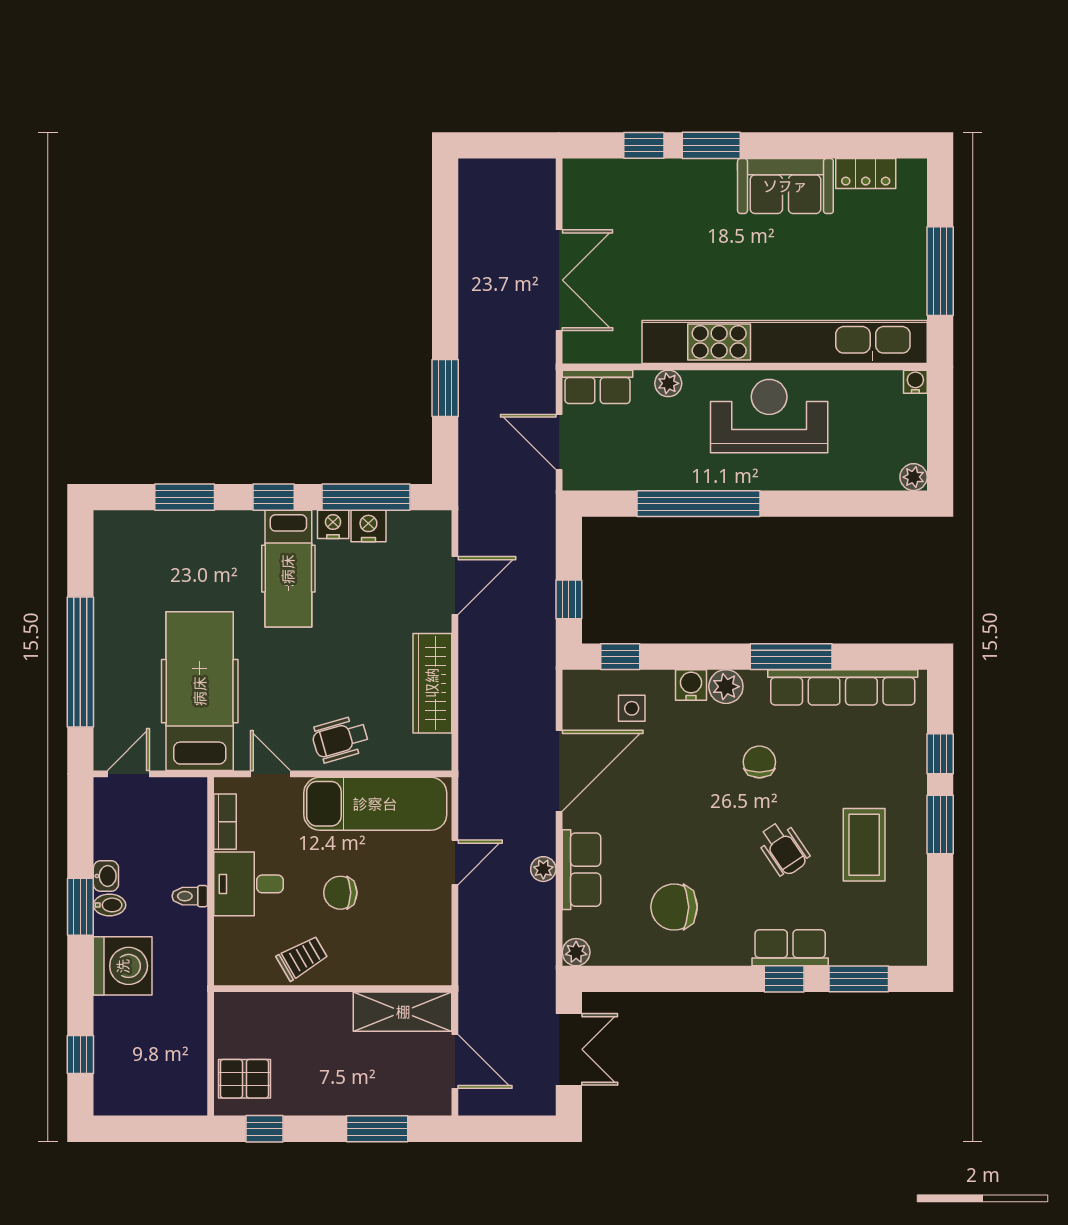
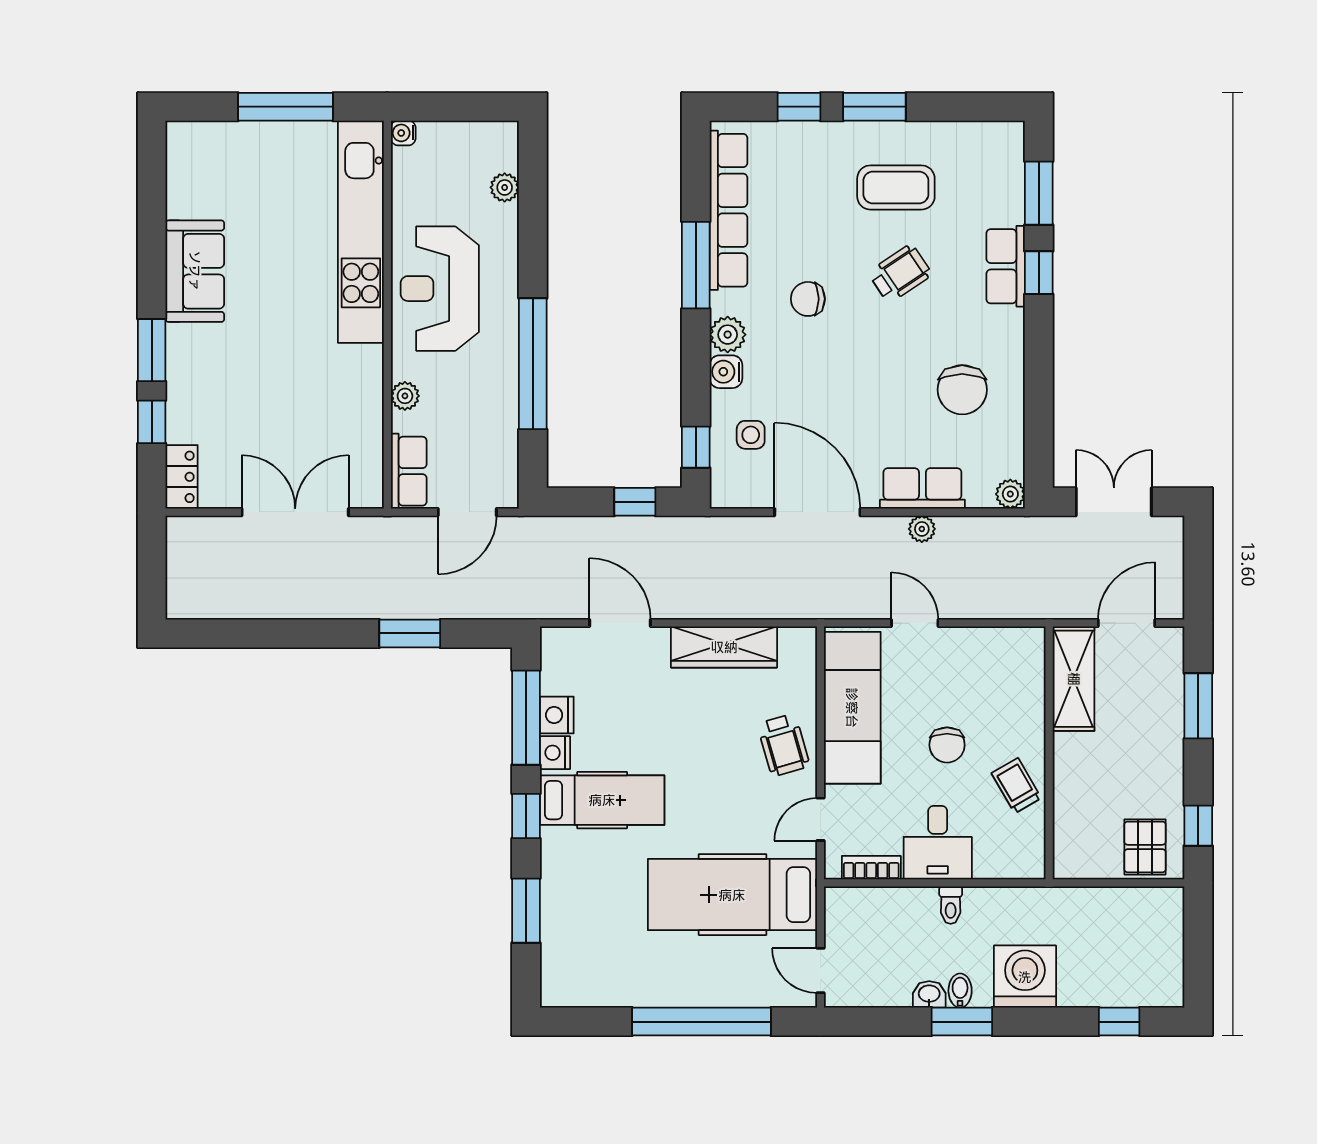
locker: (866, 173) -> (182, 477), moved
kitchen unit: (785, 342) -> (361, 232), width x0.73
plant: (914, 477) -> (505, 187), moved

